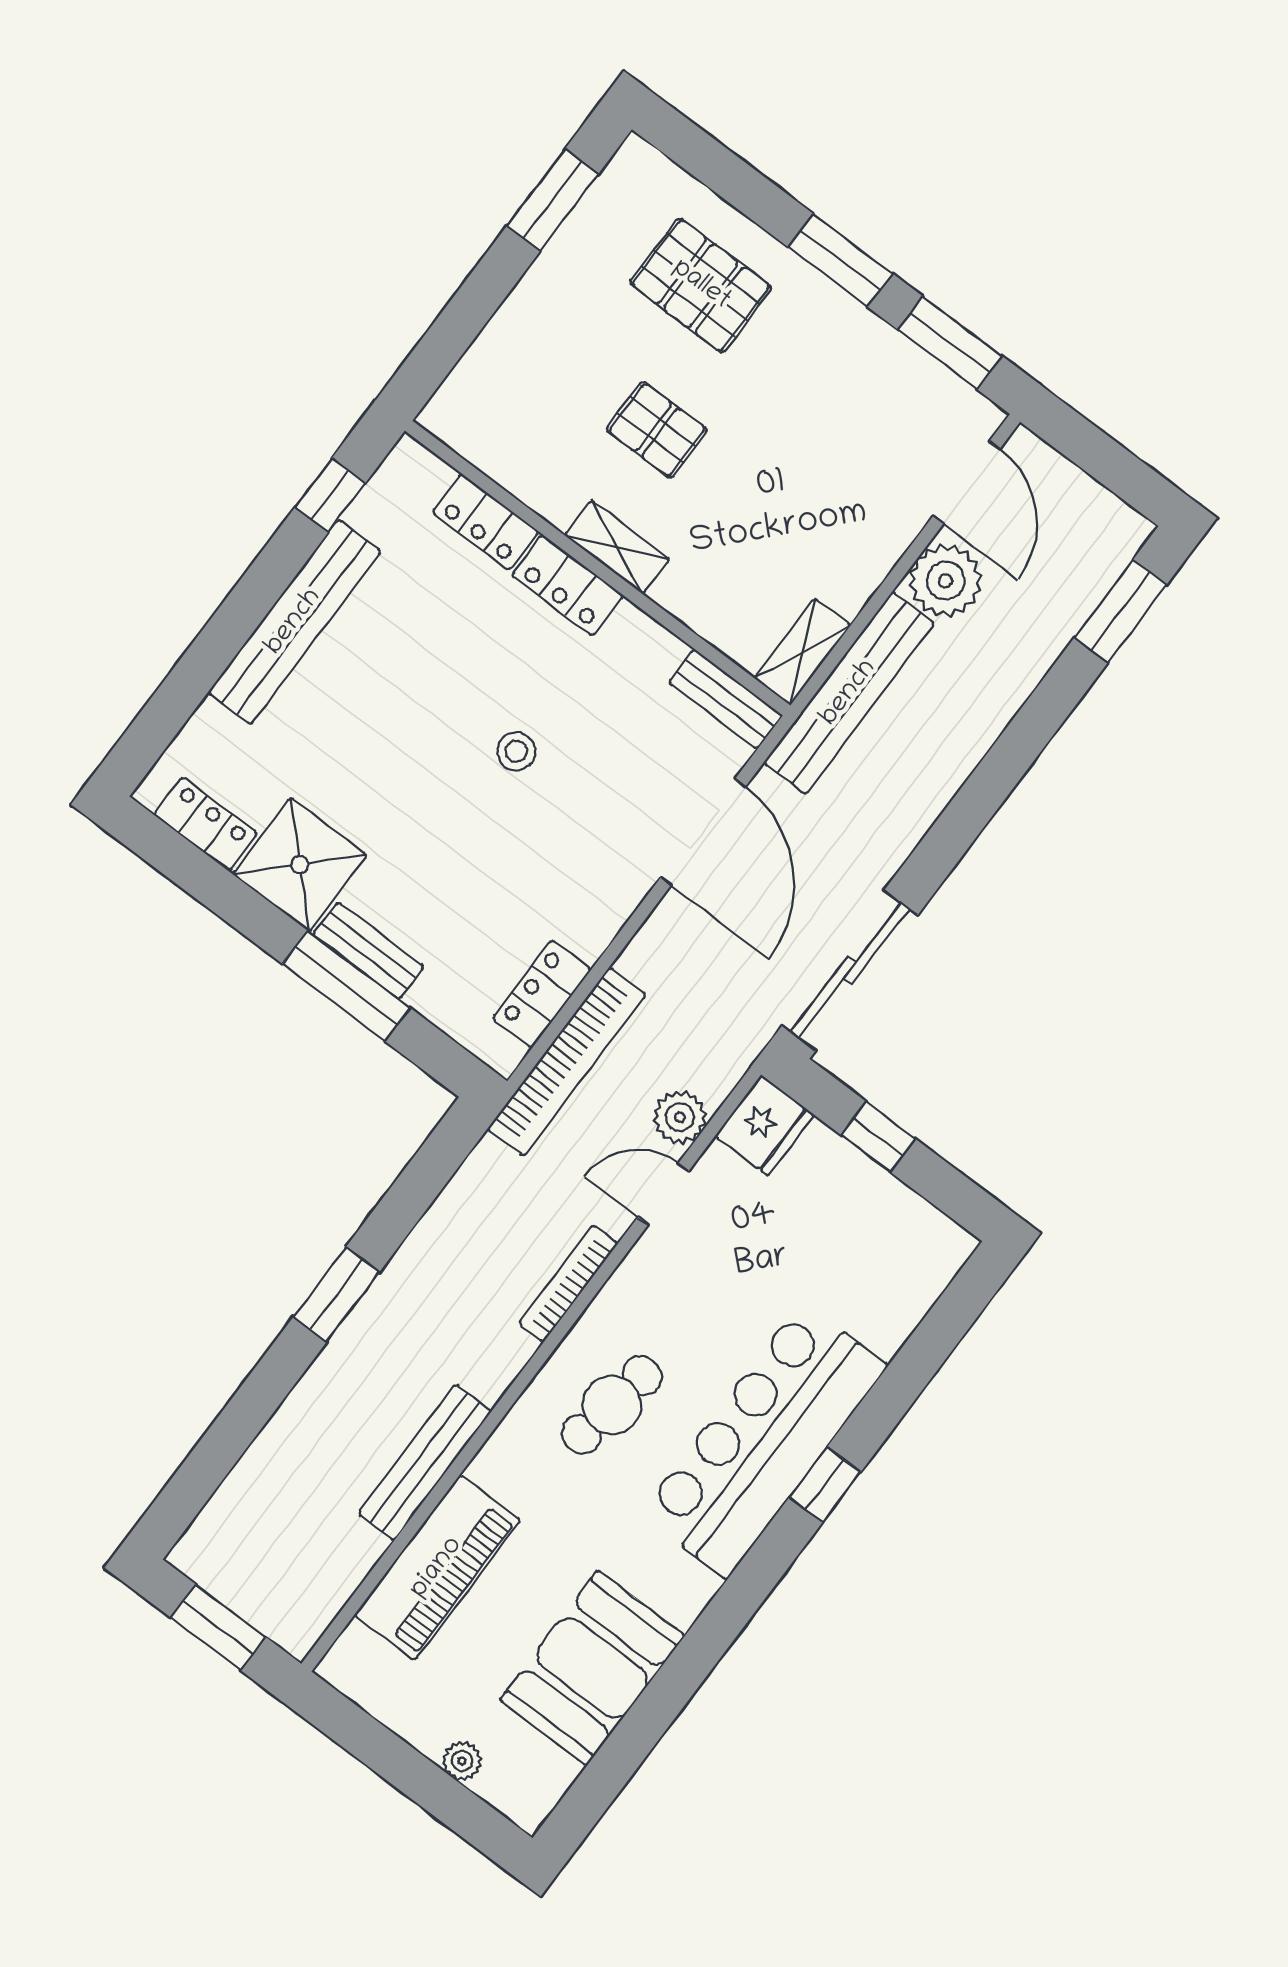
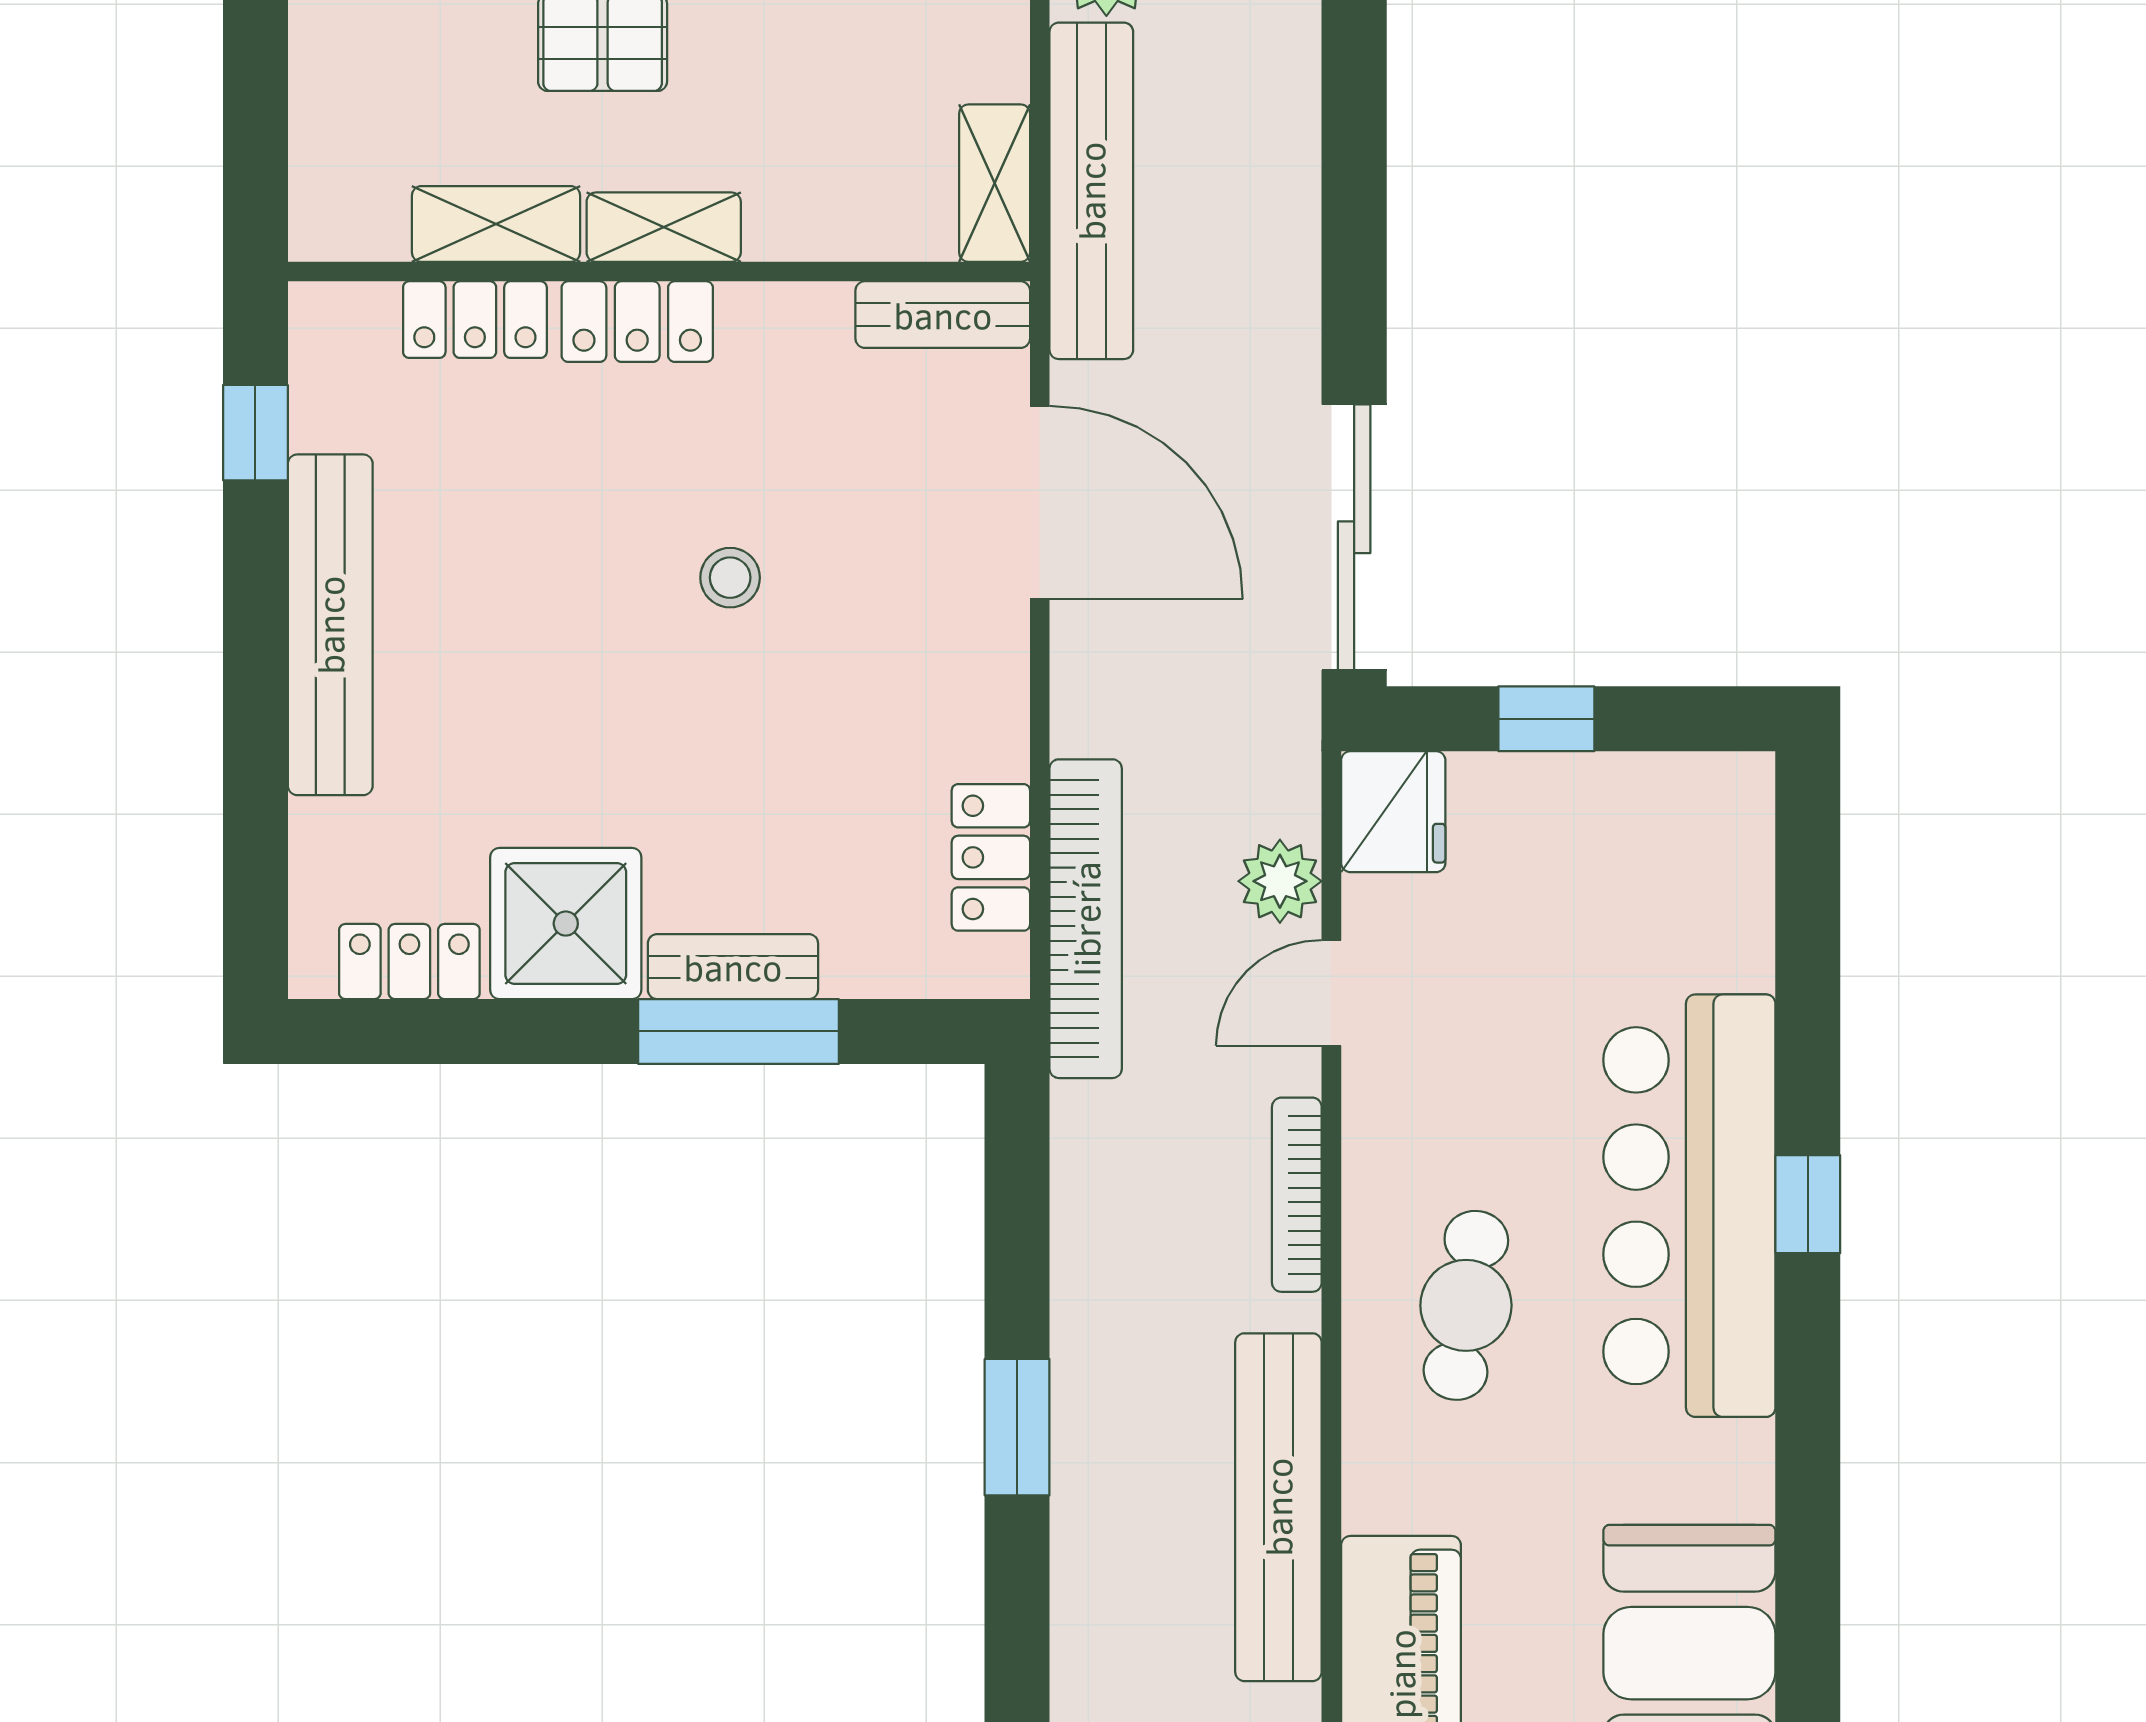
shelving: (533, 481) -> (496, 224), added
bench: (425, 1462) -> (1278, 1507), width x1.37, depth x1.21

